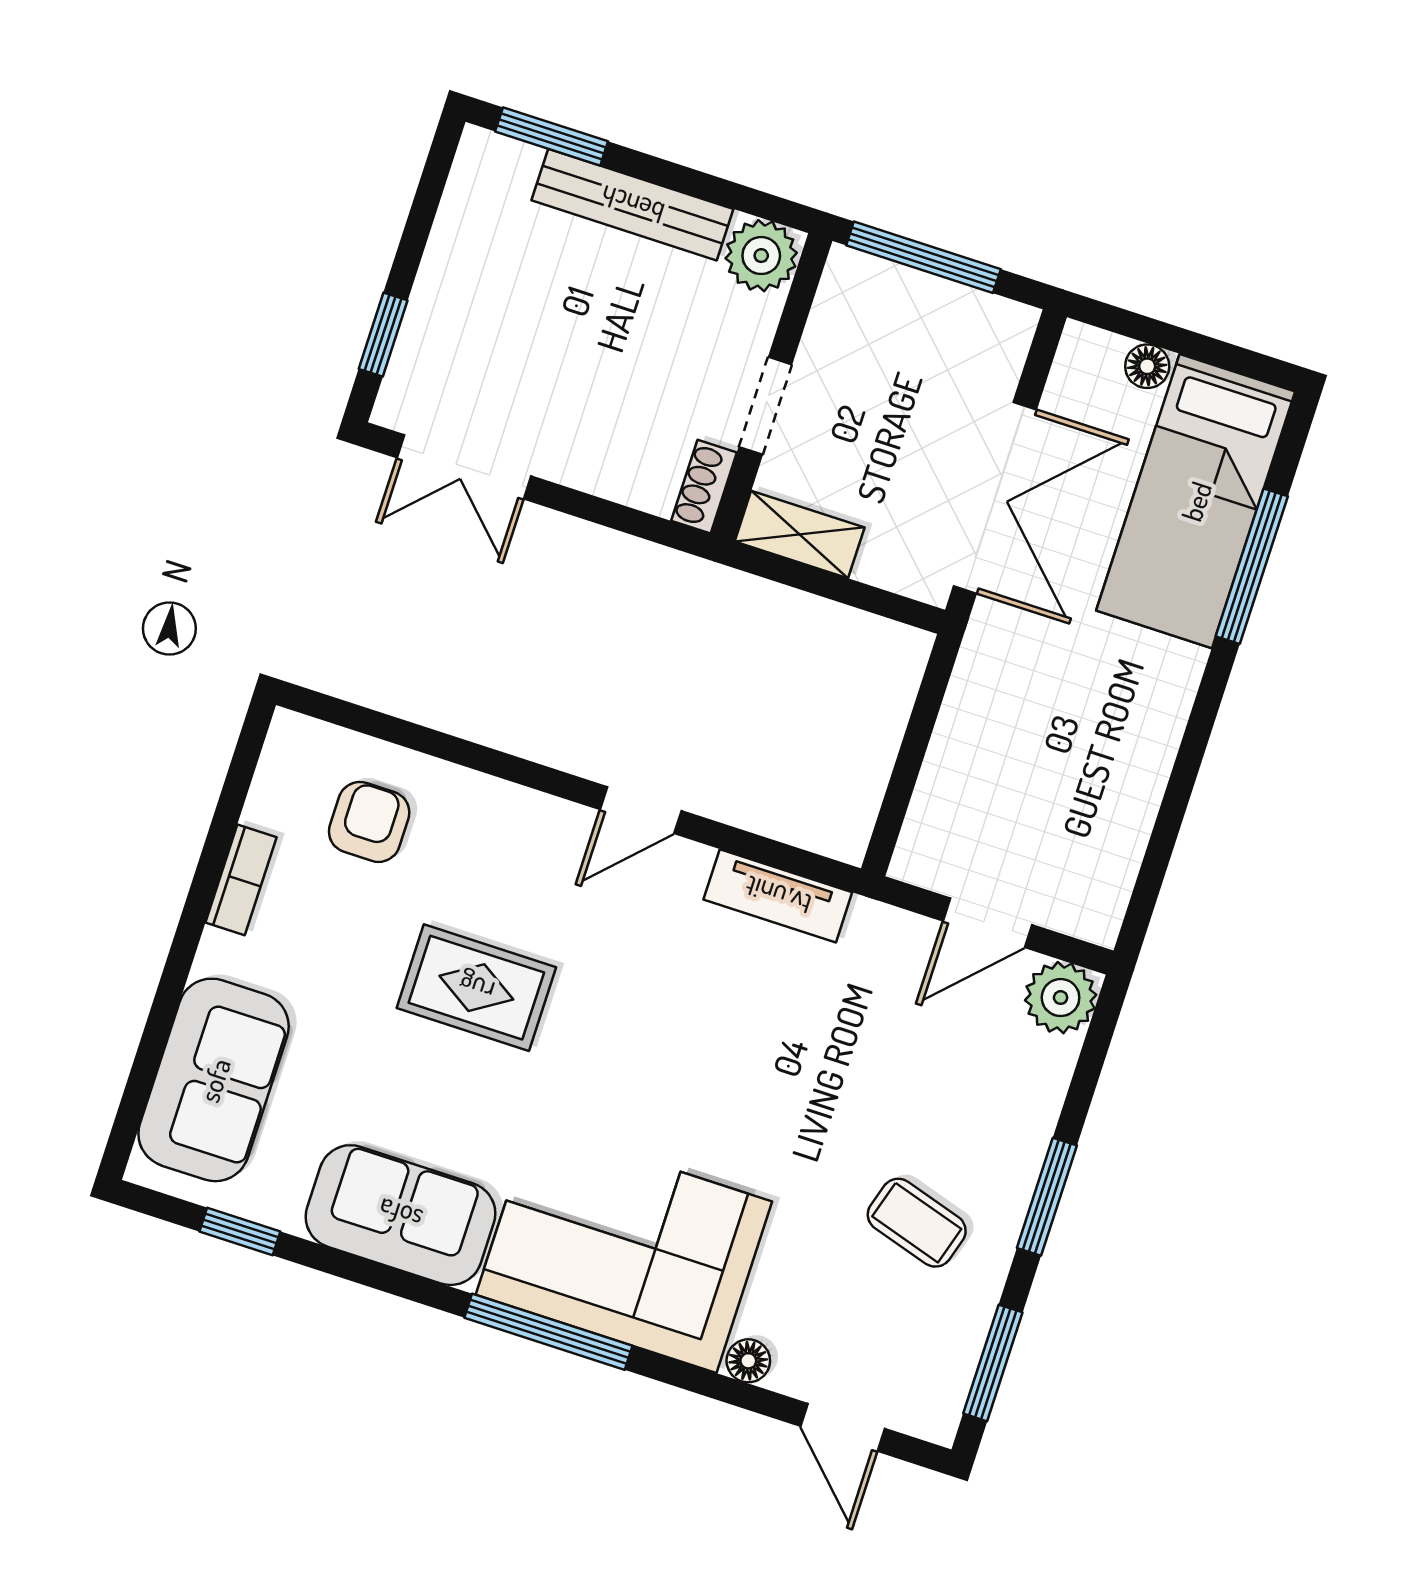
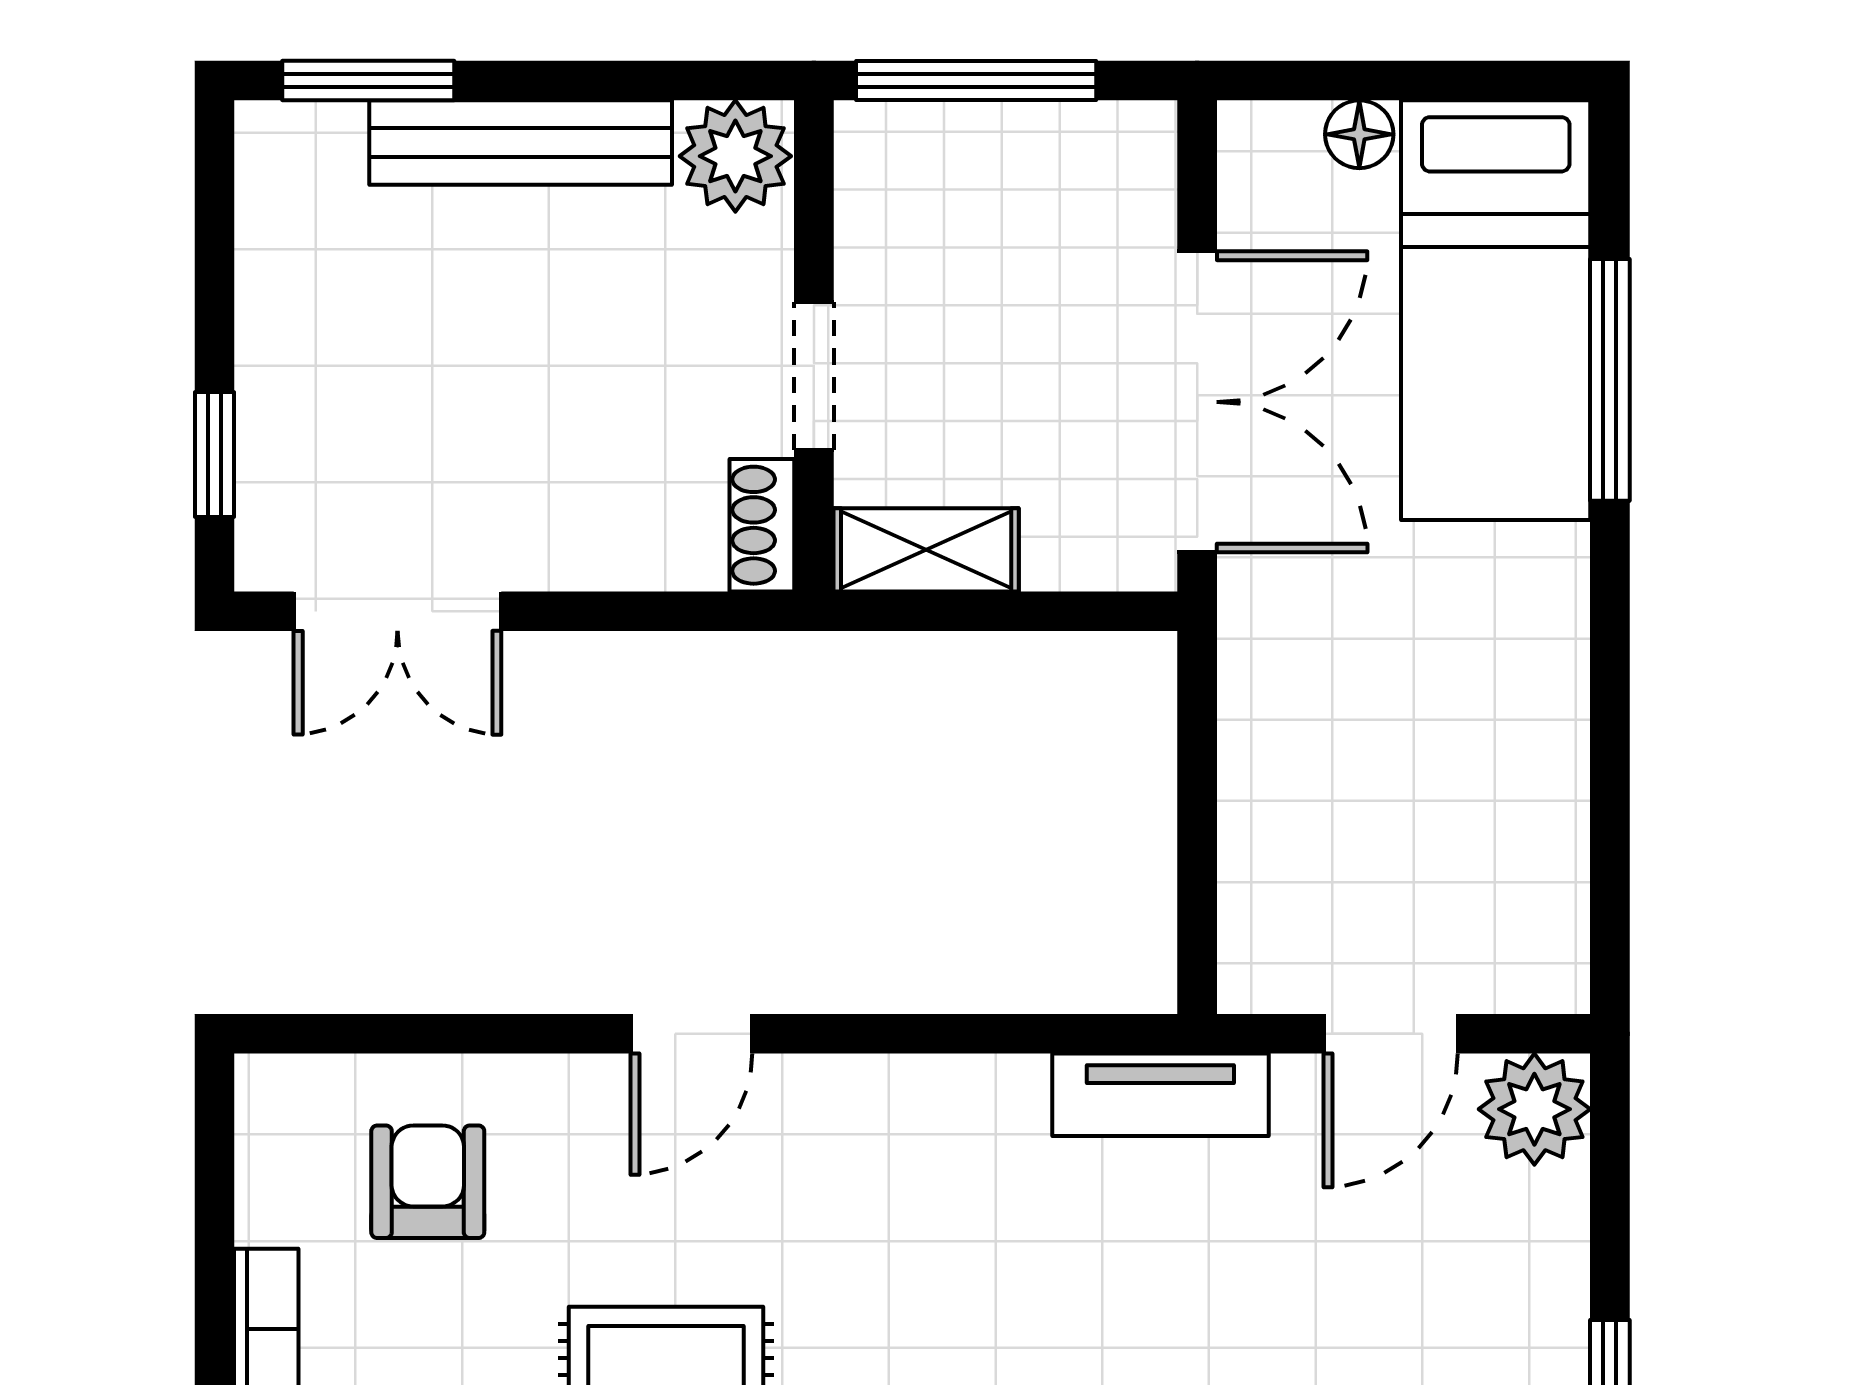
door: (641, 810) -> (691, 1034), moved
tv unit: (778, 896) -> (1160, 1095), moved

